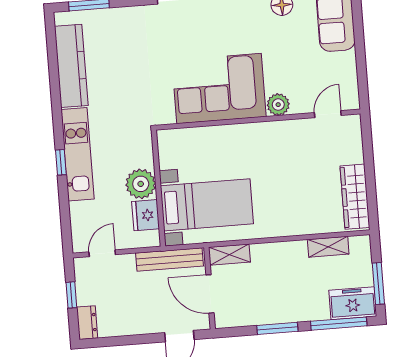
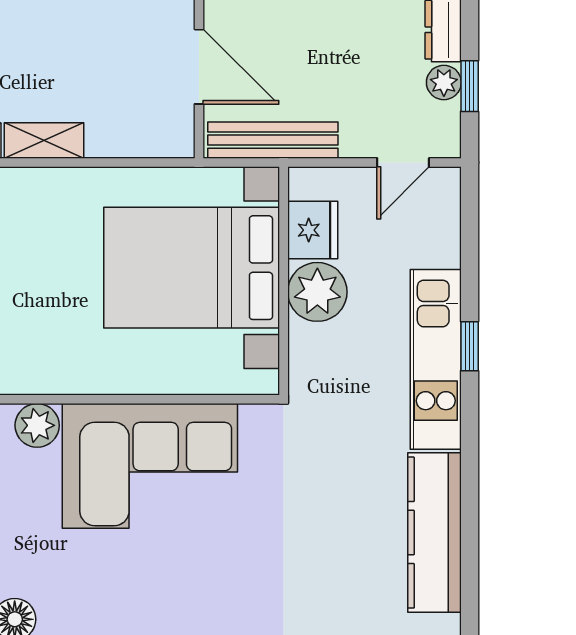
bed with nightstands: (207, 205) -> (192, 268), width x1.36
shelving: (229, 255) -> (44, 140), moved
plant: (85, 296) -> (444, 82), added

